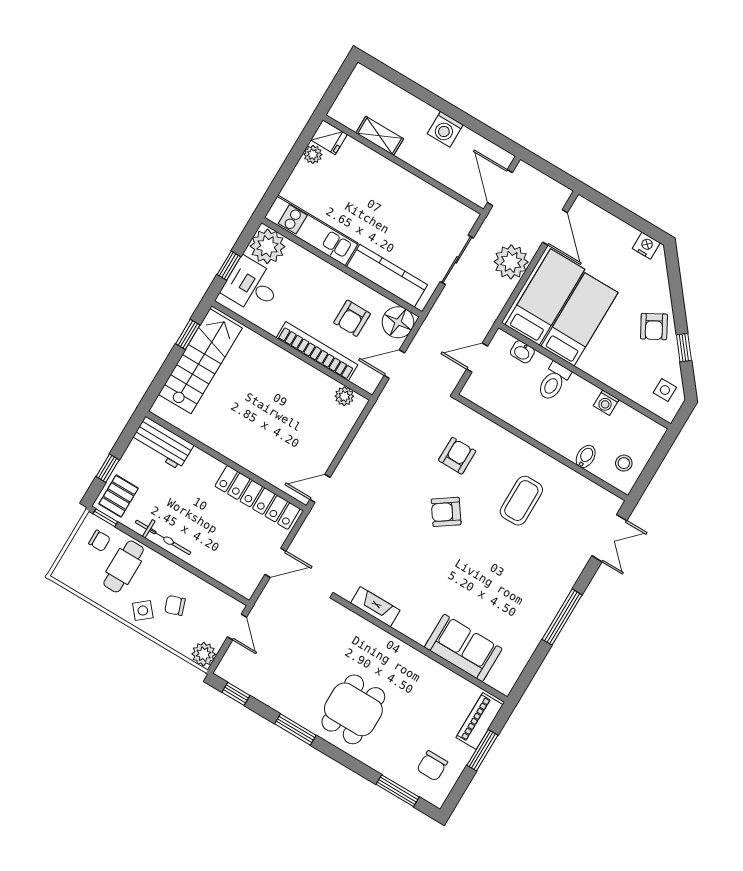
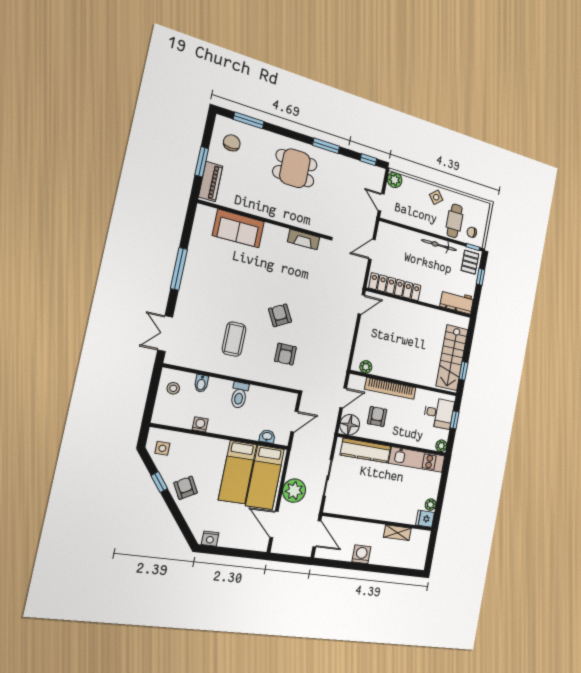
plant: (267, 246) -> (441, 446), width x0.53, depth x0.53
toilet: (554, 382) -> (239, 395), moved, turned 180
armchair: (446, 512) -> (280, 315), turned -83
chair: (175, 605) -> (420, 205), removed
dining table: (353, 709) -> (295, 168), turned 90

